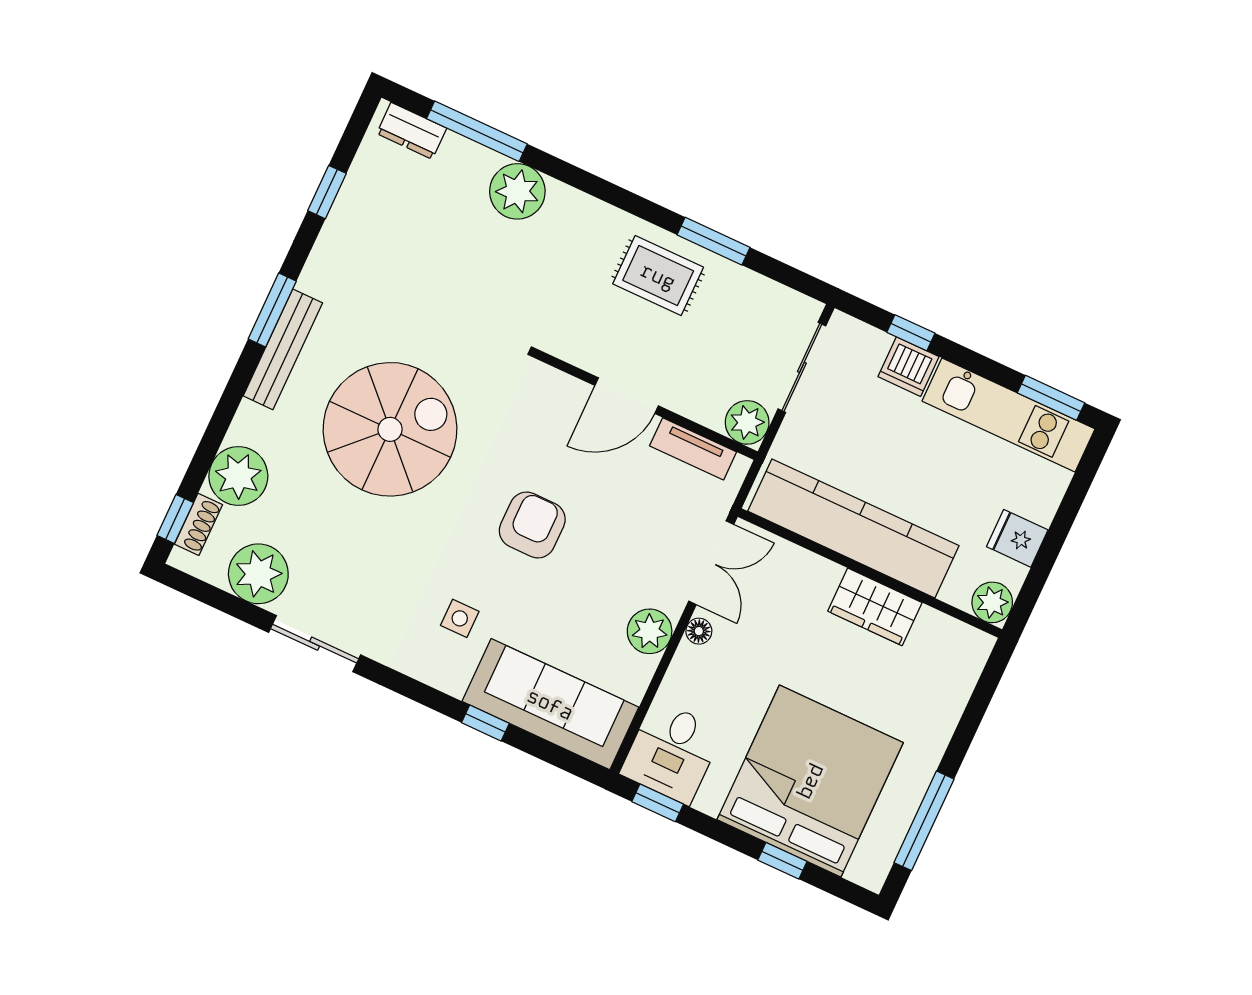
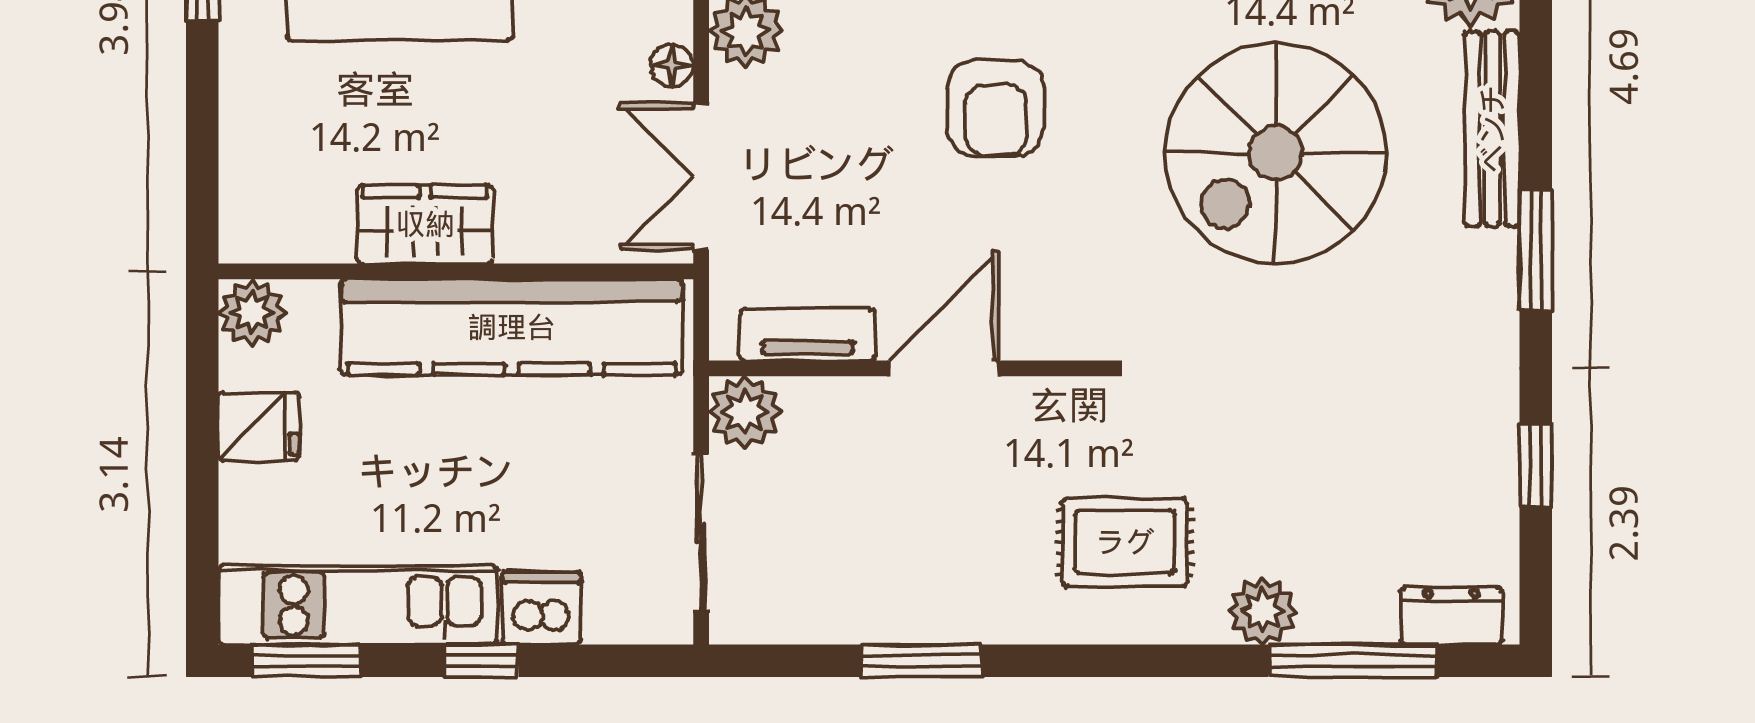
plant: (517, 191) -> (1263, 611), width x0.73, depth x0.73
rug: (658, 276) -> (1125, 542), moved
window: (911, 333) -> (482, 661), moved
bench: (283, 349) -> (1492, 129), moved

